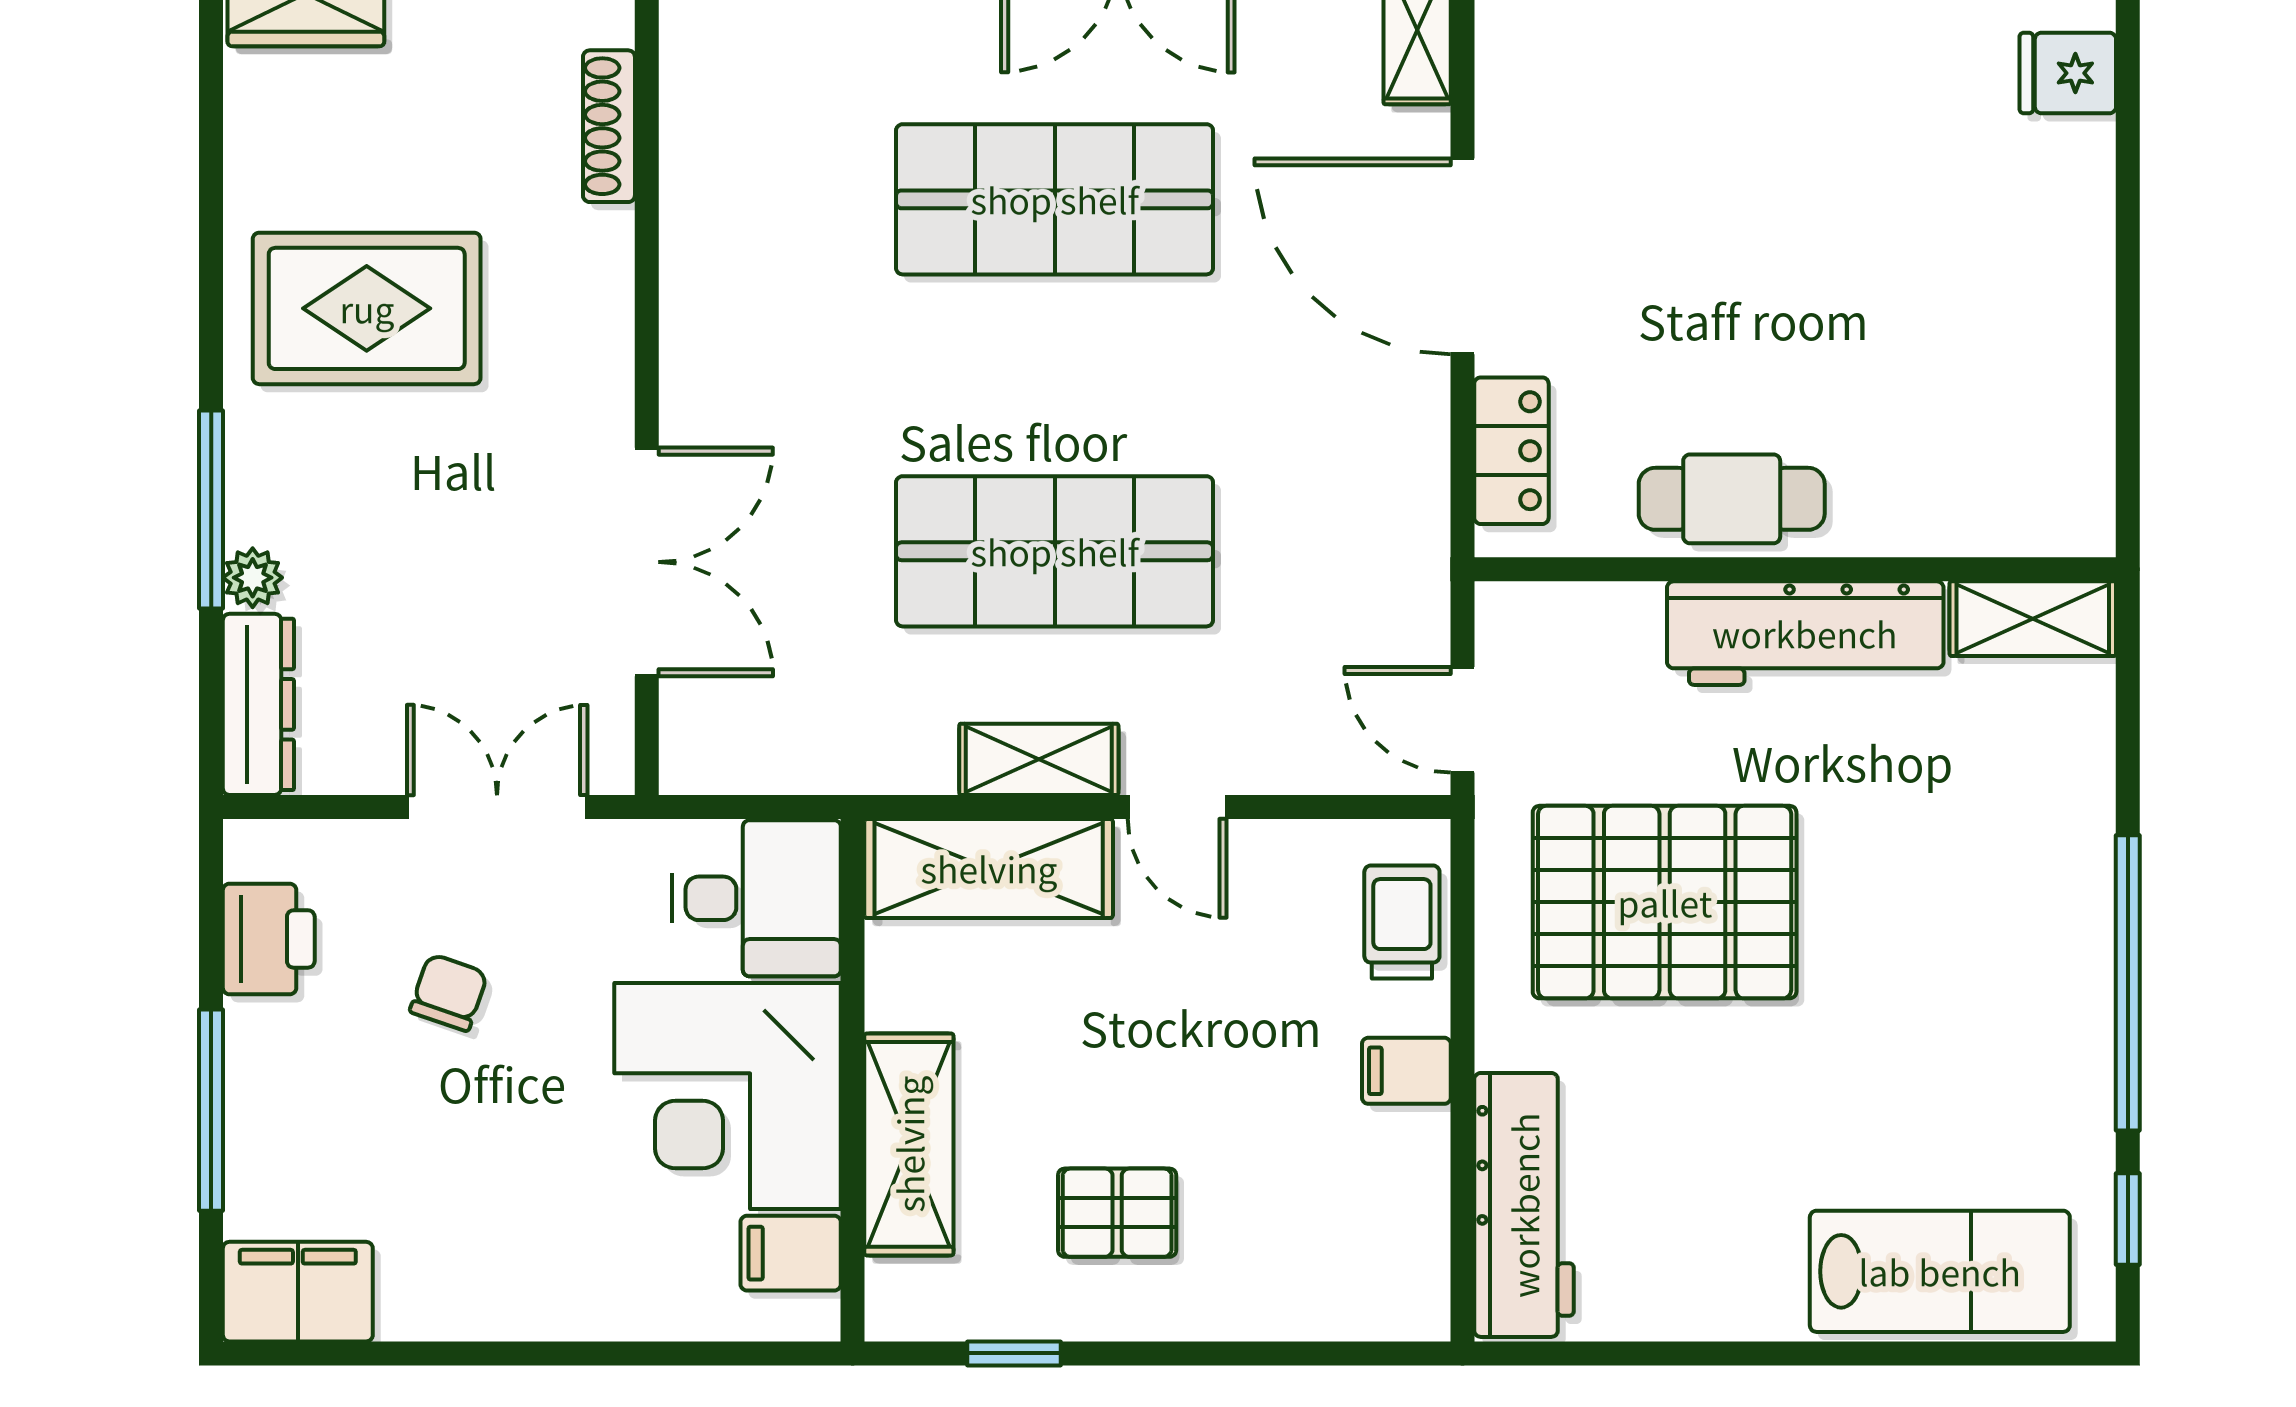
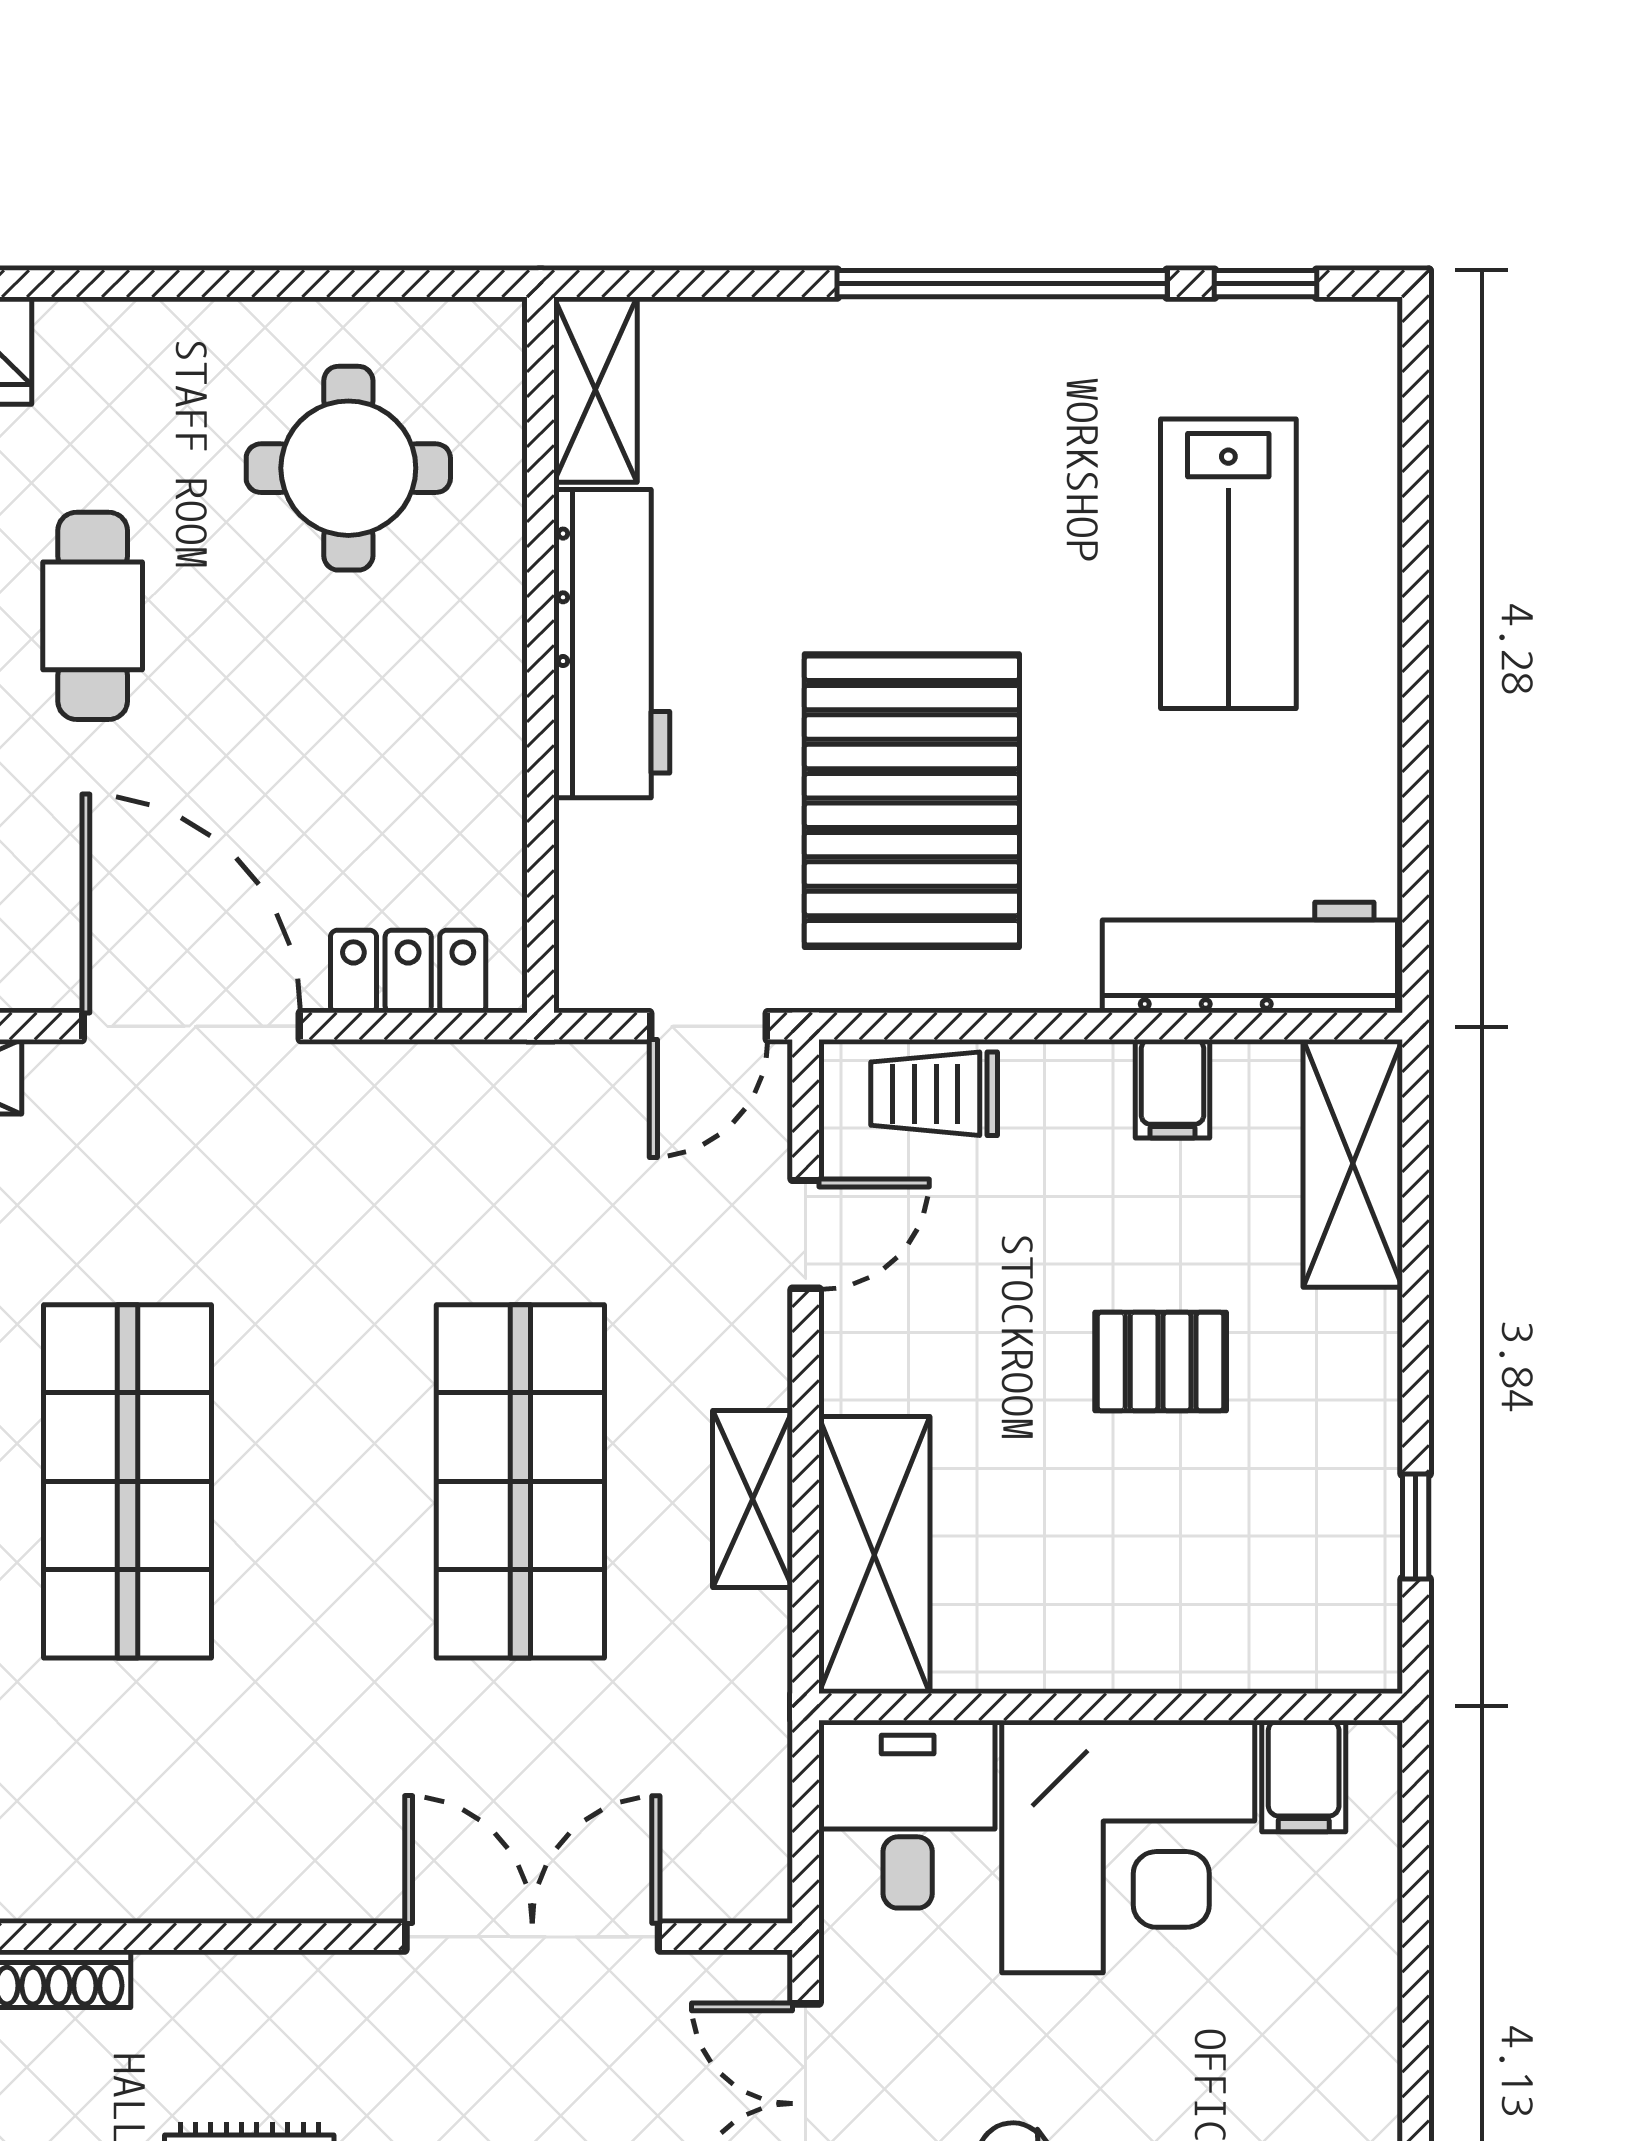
door: (1462, 256) -> (191, 1026), swing flipped
round table: (1962, 397) -> (348, 468), added
cafe table: (1732, 499) -> (93, 616), moved
door: (1177, 807) -> (806, 1234), moved
filing cabinet: (1406, 1071) -> (1172, 1089), moved
shelving: (909, 1144) -> (1353, 1163), moved, turned 90
pallet: (1117, 1213) -> (1161, 1362), moved, turned 90
lab bench: (1940, 1271) -> (1228, 564), moved, turned 180

